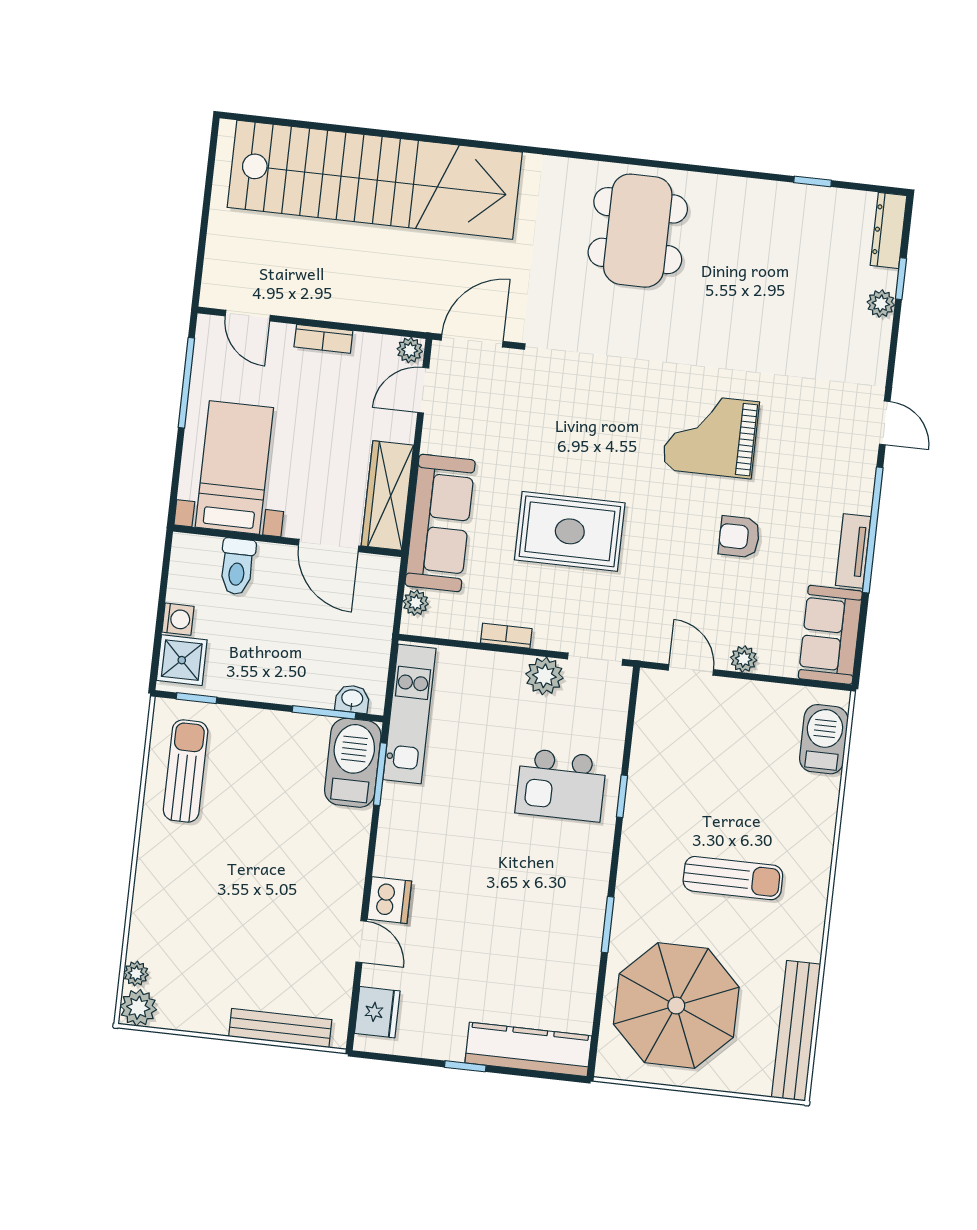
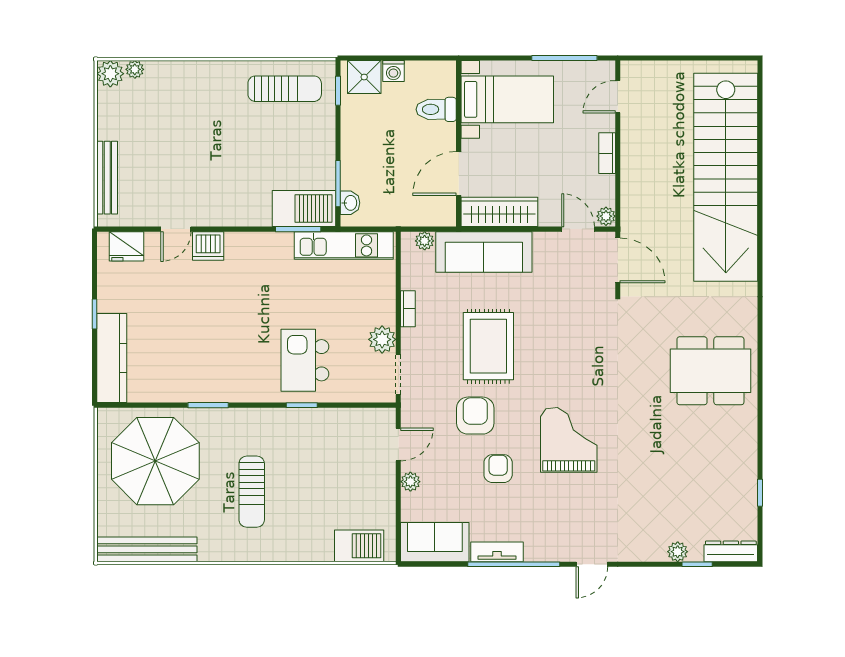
armchair: (663, 560) -> (475, 416), added

